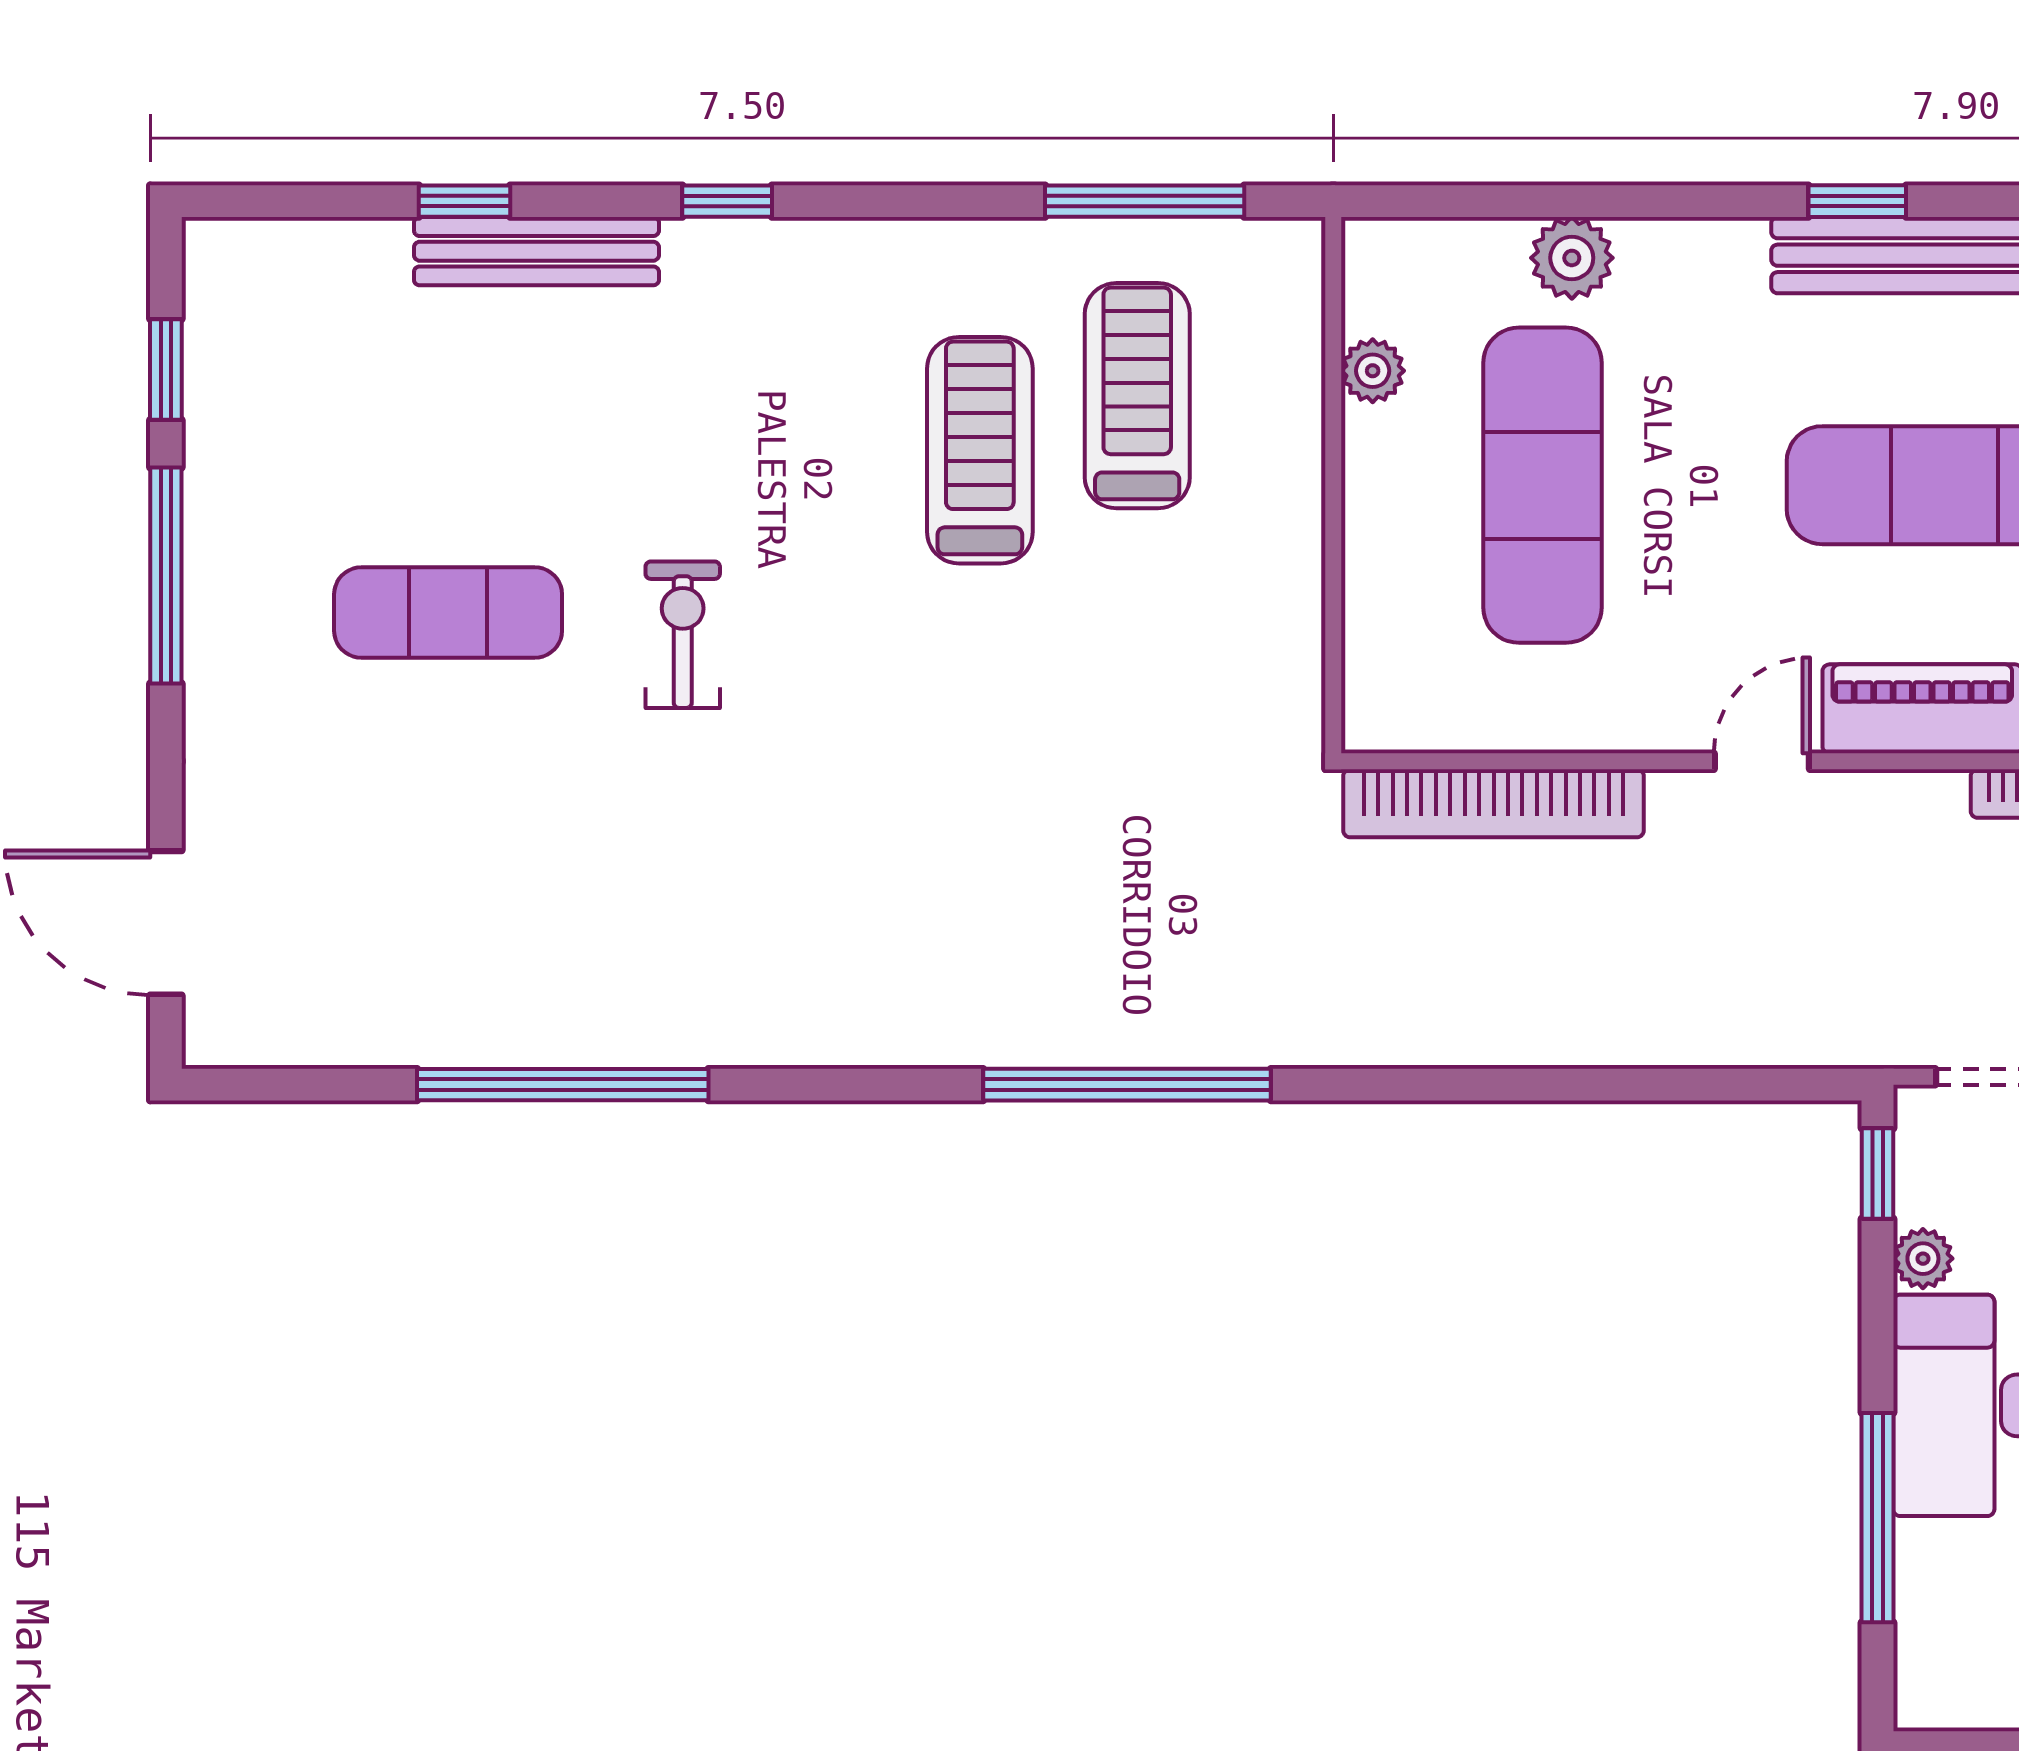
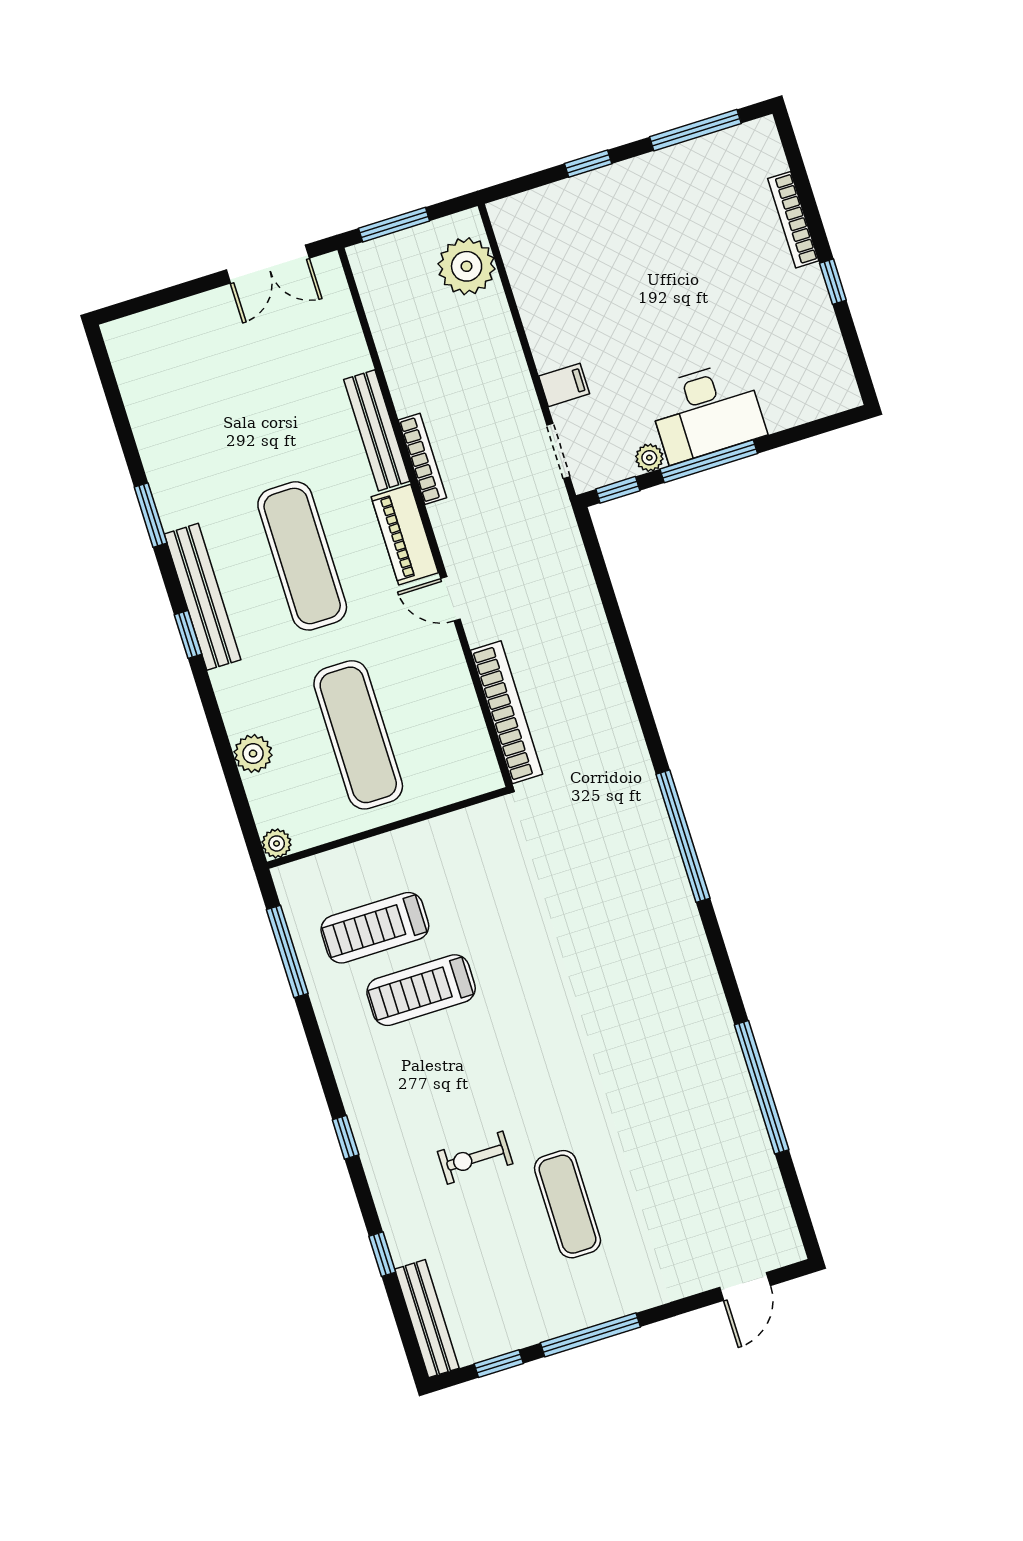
bench: (536, 251) -> (427, 1319), moved
plant: (1373, 371) -> (277, 843), moved
exercise mat: (1543, 485) -> (358, 735), turned 90
exercise bike: (683, 635) -> (475, 1158), moved
door: (166, 923) -> (745, 1286), width x0.73
window: (1878, 1518) -> (709, 461), moved

